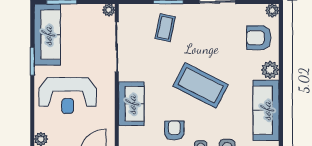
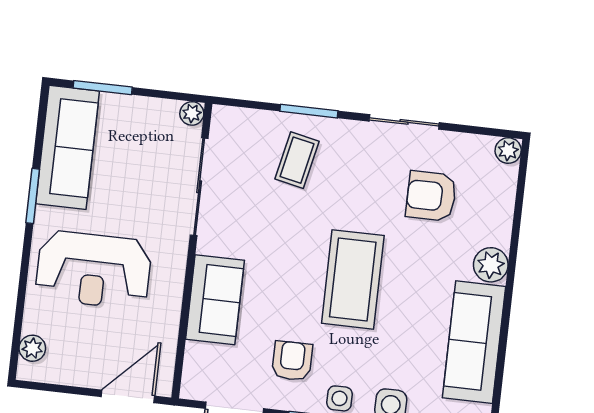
armchair: (259, 38) -> (431, 196), moved
coffee table: (201, 85) -> (353, 279), turned 63

